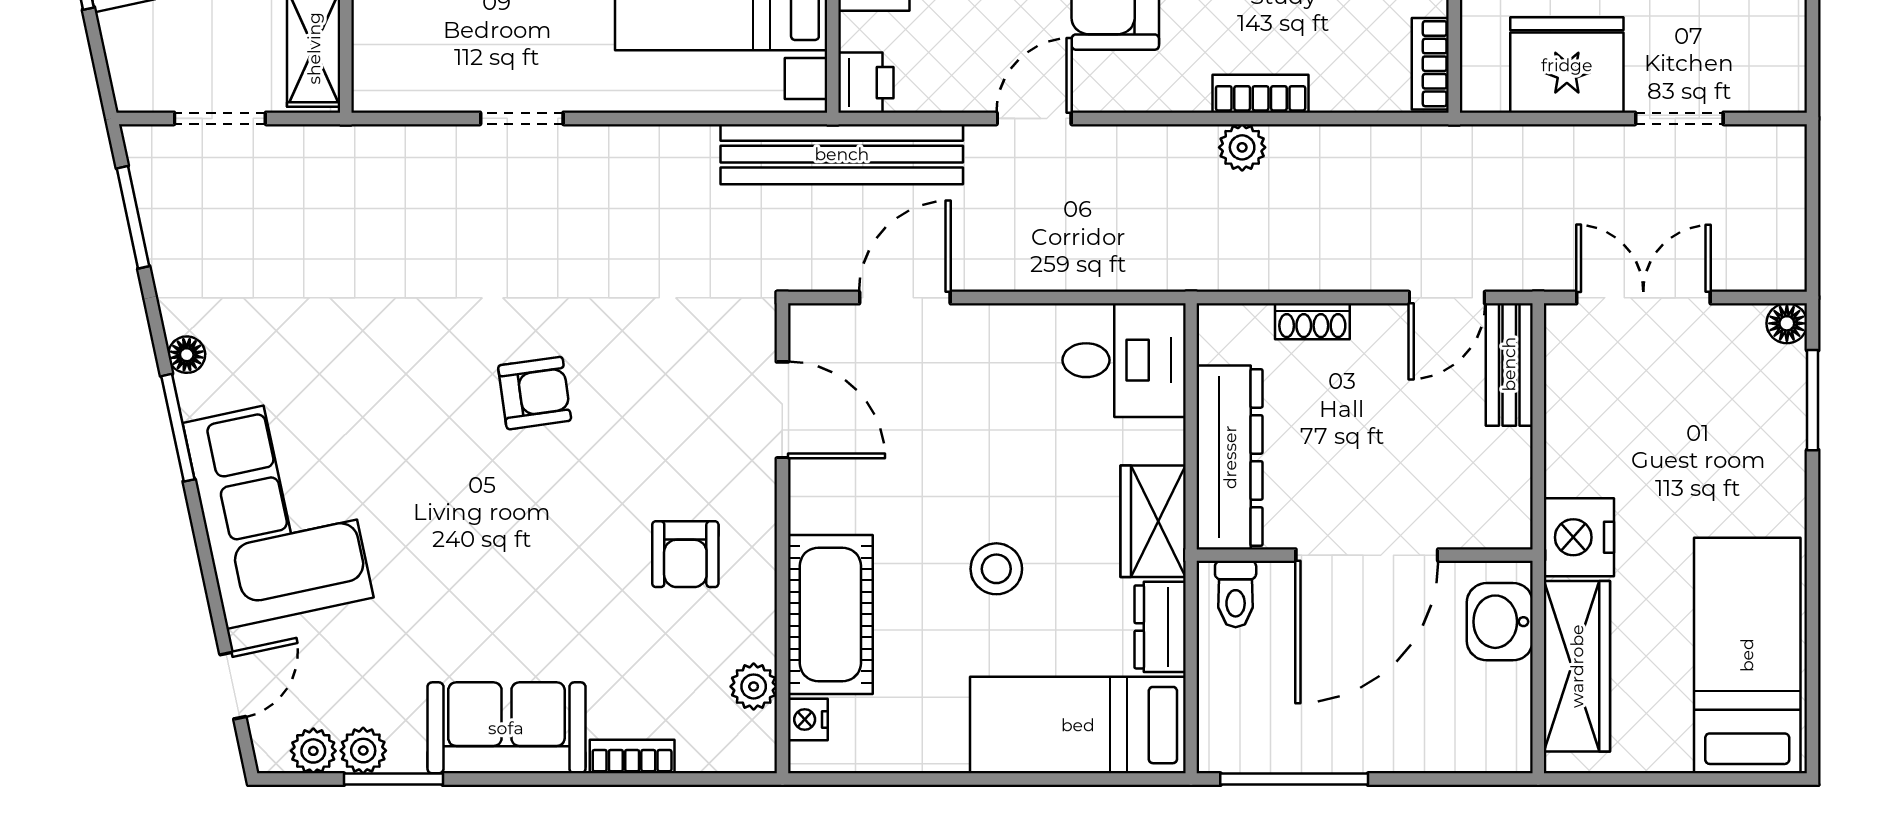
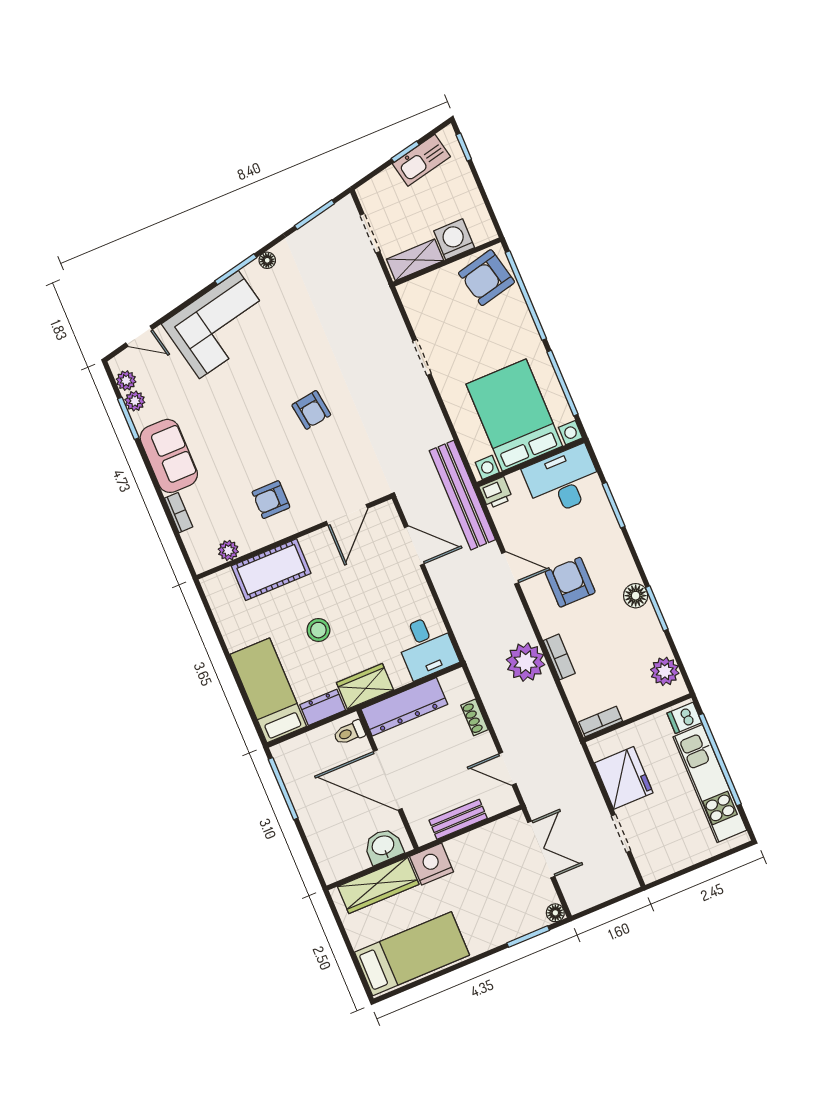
plant: (1242, 147) -> (526, 662), width x1.87, depth x1.87
bench: (1509, 364) -> (458, 819), moved
nightstand: (808, 719) -> (224, 578), removed

